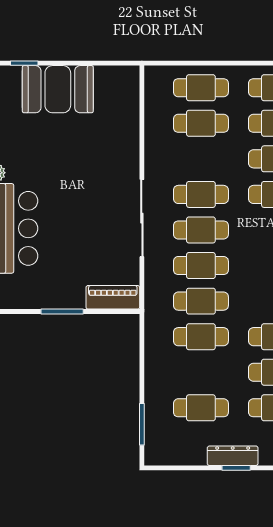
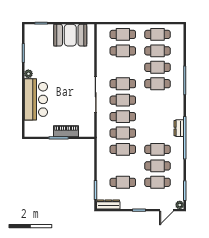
booth: (58, 89) -> (70, 35), moved
piano: (113, 297) -> (66, 131), moved
dresser: (233, 456) -> (108, 204), moved

